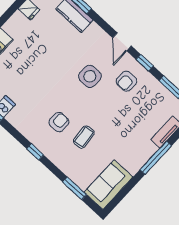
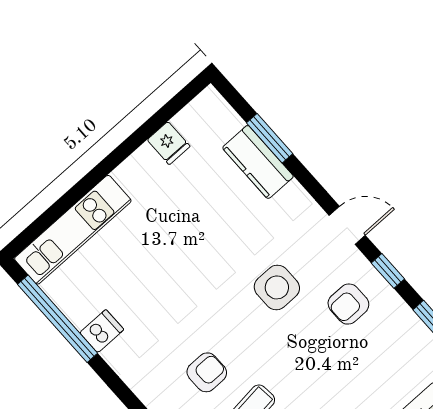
door: (122, 42) -> (347, 225), swing flipped

